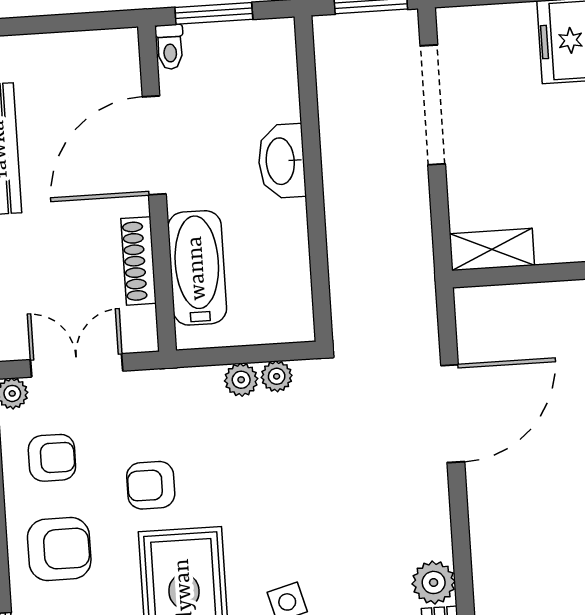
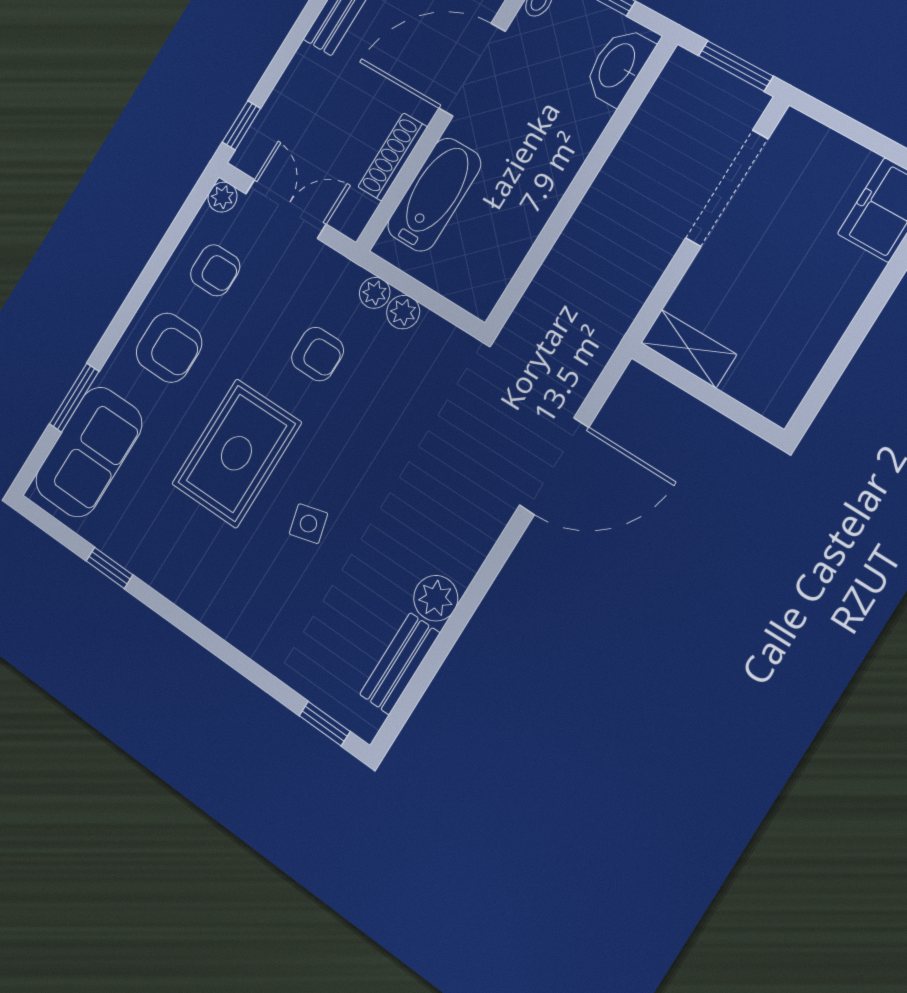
washbasin: (282, 161) -> (618, 66), moved
plant: (277, 376) -> (375, 293), moved
armchair: (151, 485) -> (317, 354), moved, turned 180

